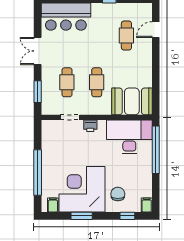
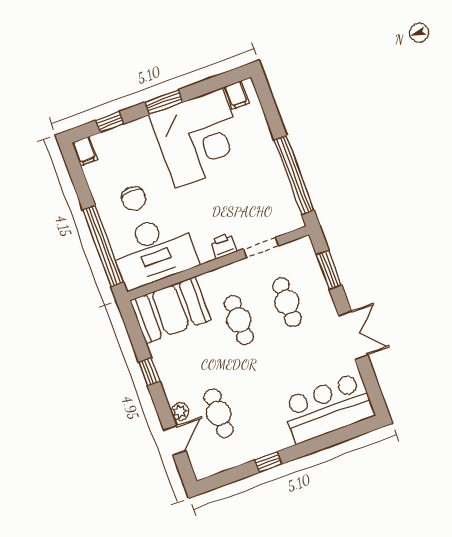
plant: (147, 44) -> (180, 412), added
window: (156, 72) -> (149, 372), added
window: (38, 172) -> (294, 175), moved
chair: (118, 194) -> (134, 198), moved
window: (82, 216) -> (164, 102), moved

